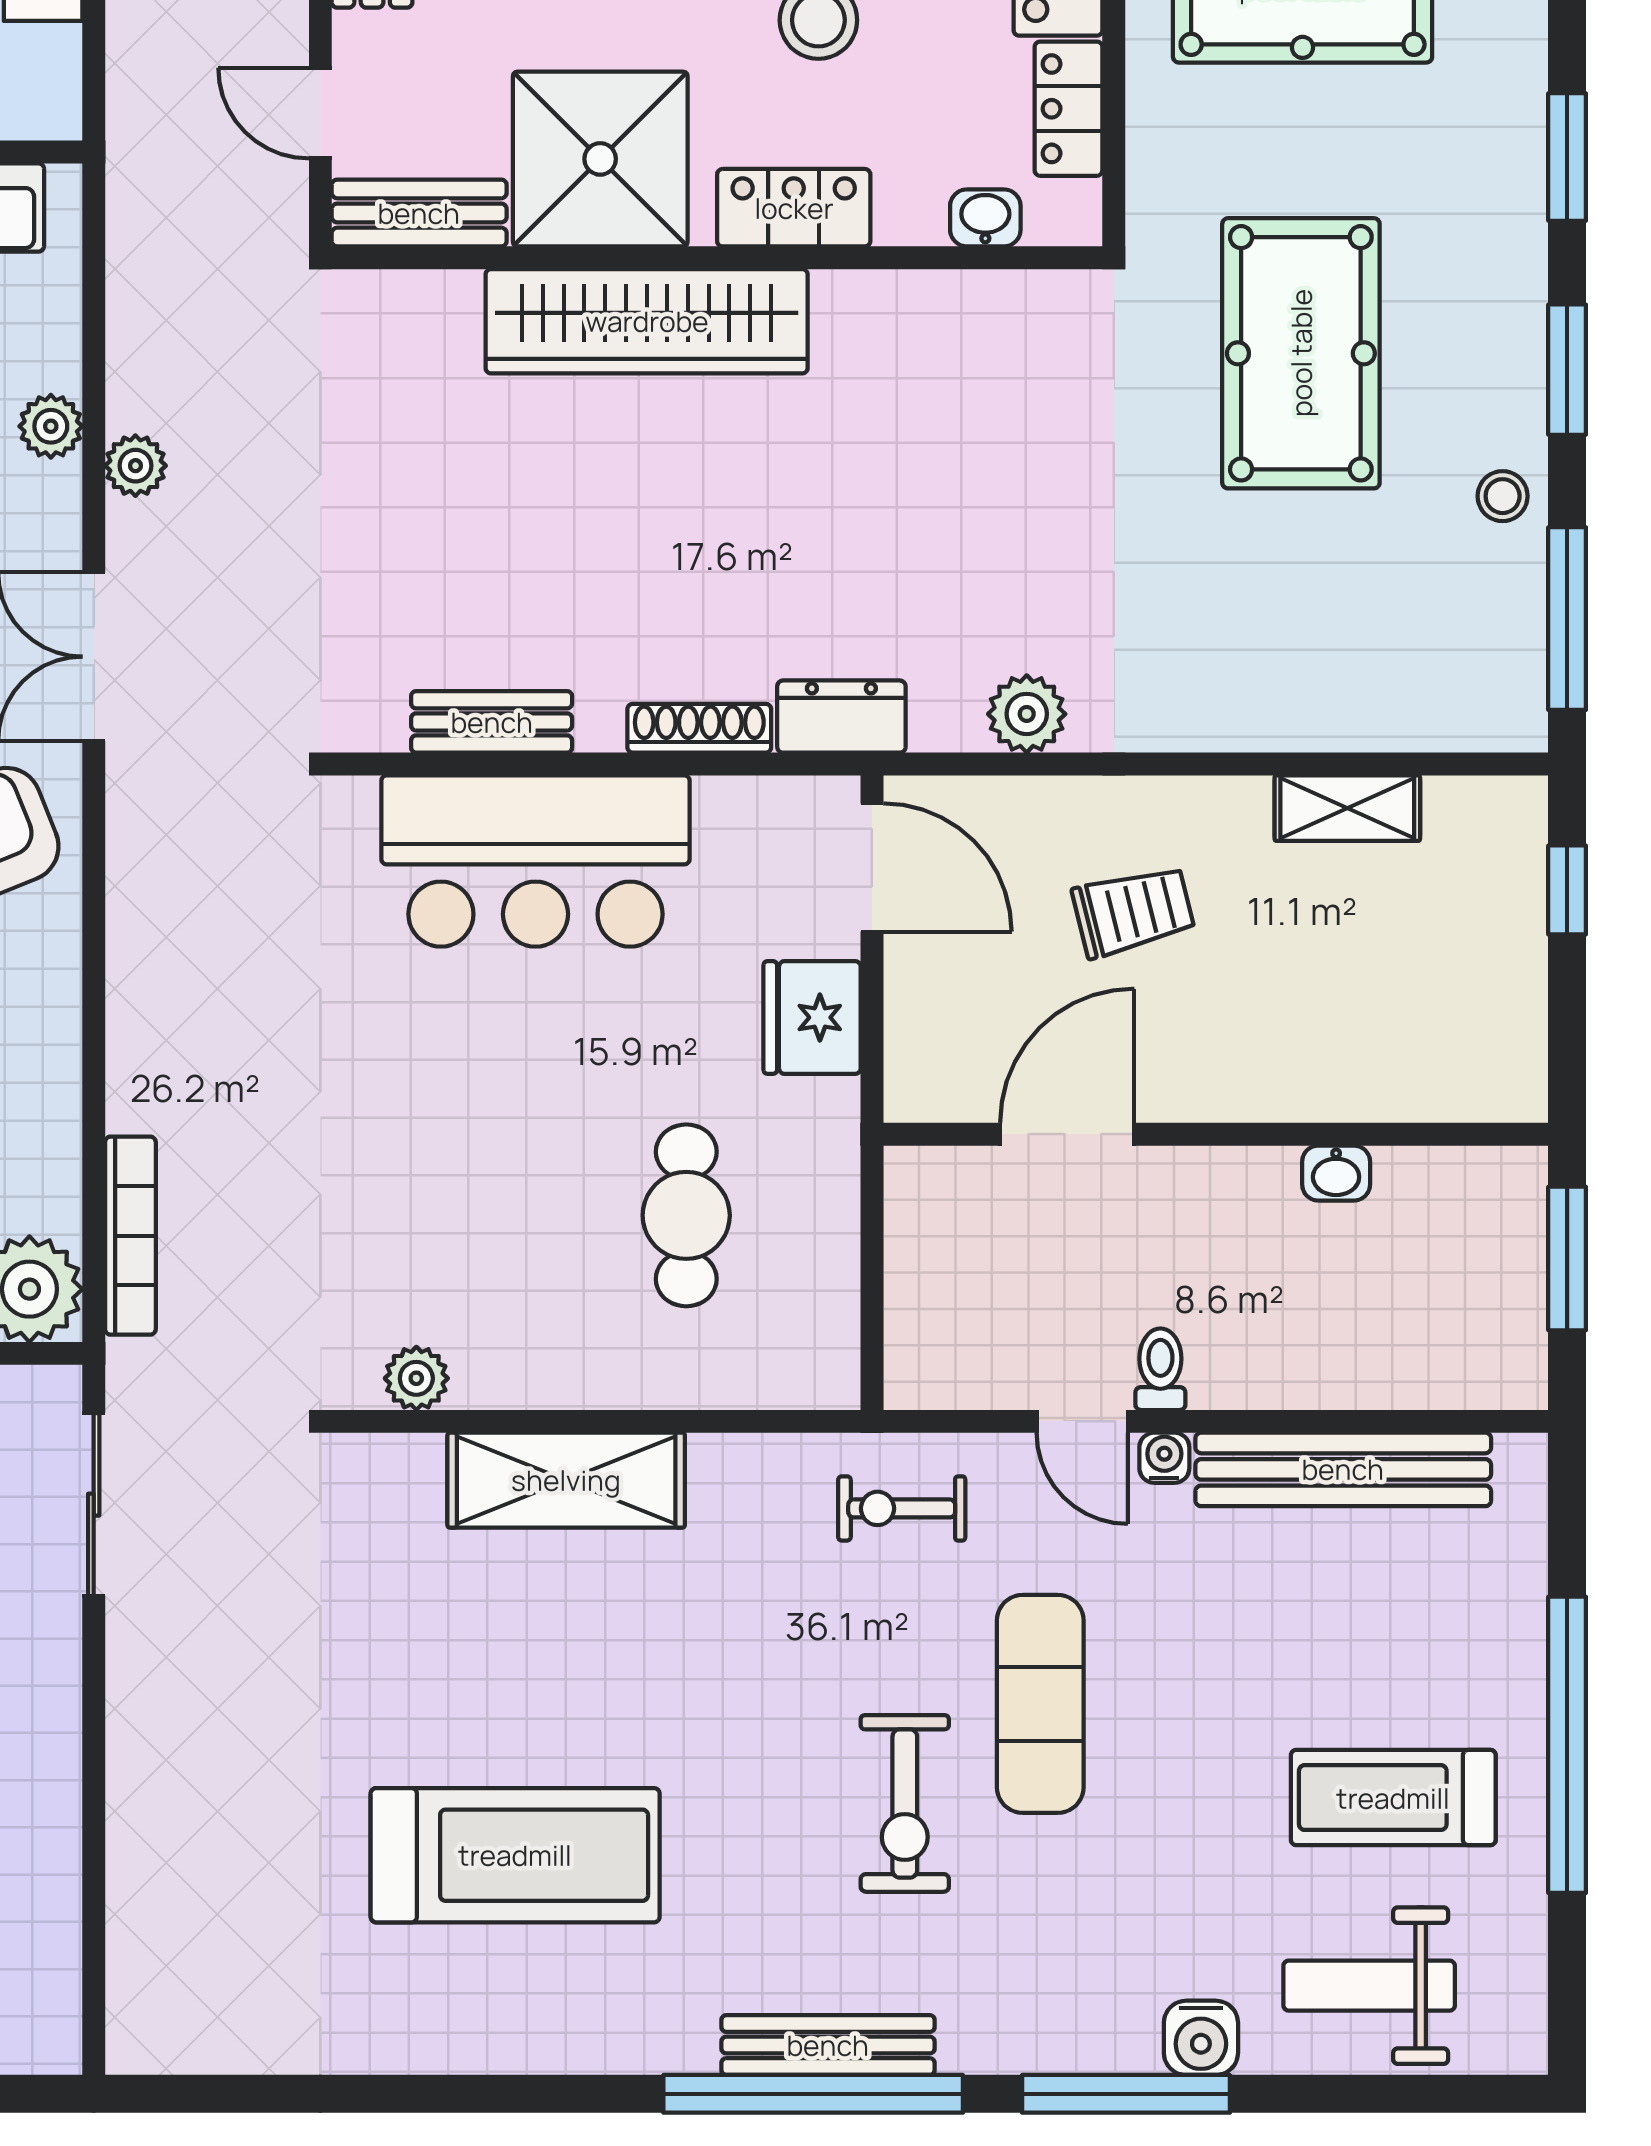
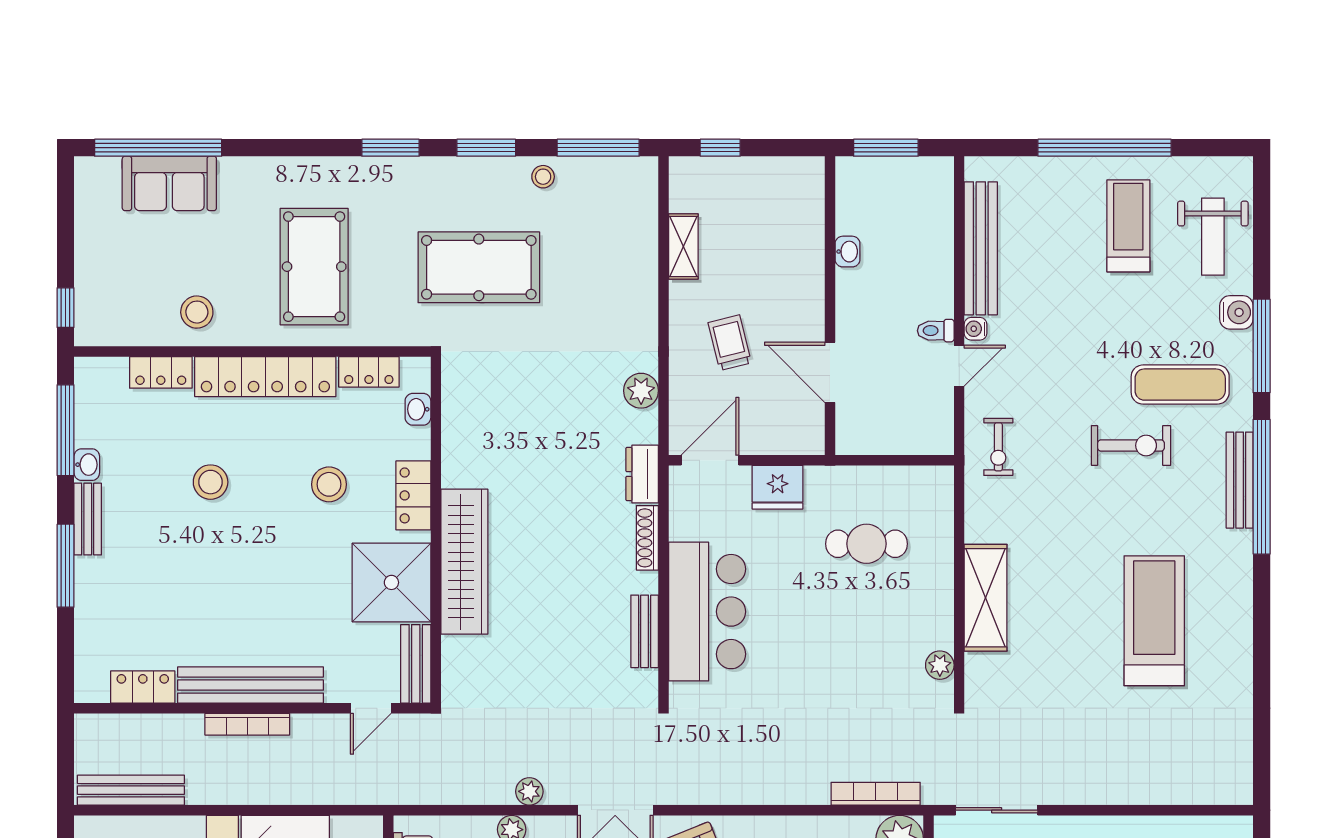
exercise mat: (1040, 1704) -> (1180, 385), moved
treadmill: (1393, 1798) -> (1128, 226), turned 180

